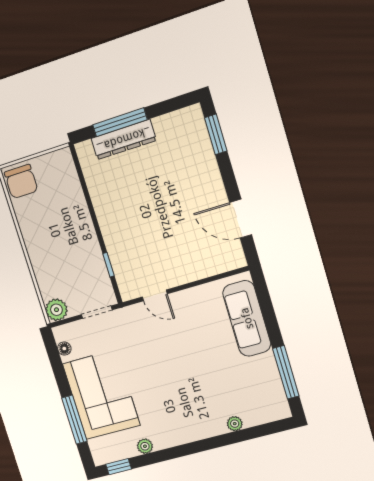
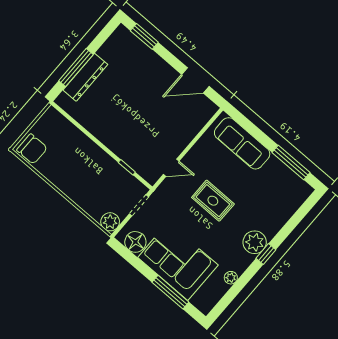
floor lamp: (64, 349) -> (135, 242), width x1.89, depth x1.89
rug: (177, 358) -> (213, 201), added
plant: (235, 424) -> (255, 242), moved, width x1.88, depth x1.88
window: (119, 467) -> (266, 254), moved

